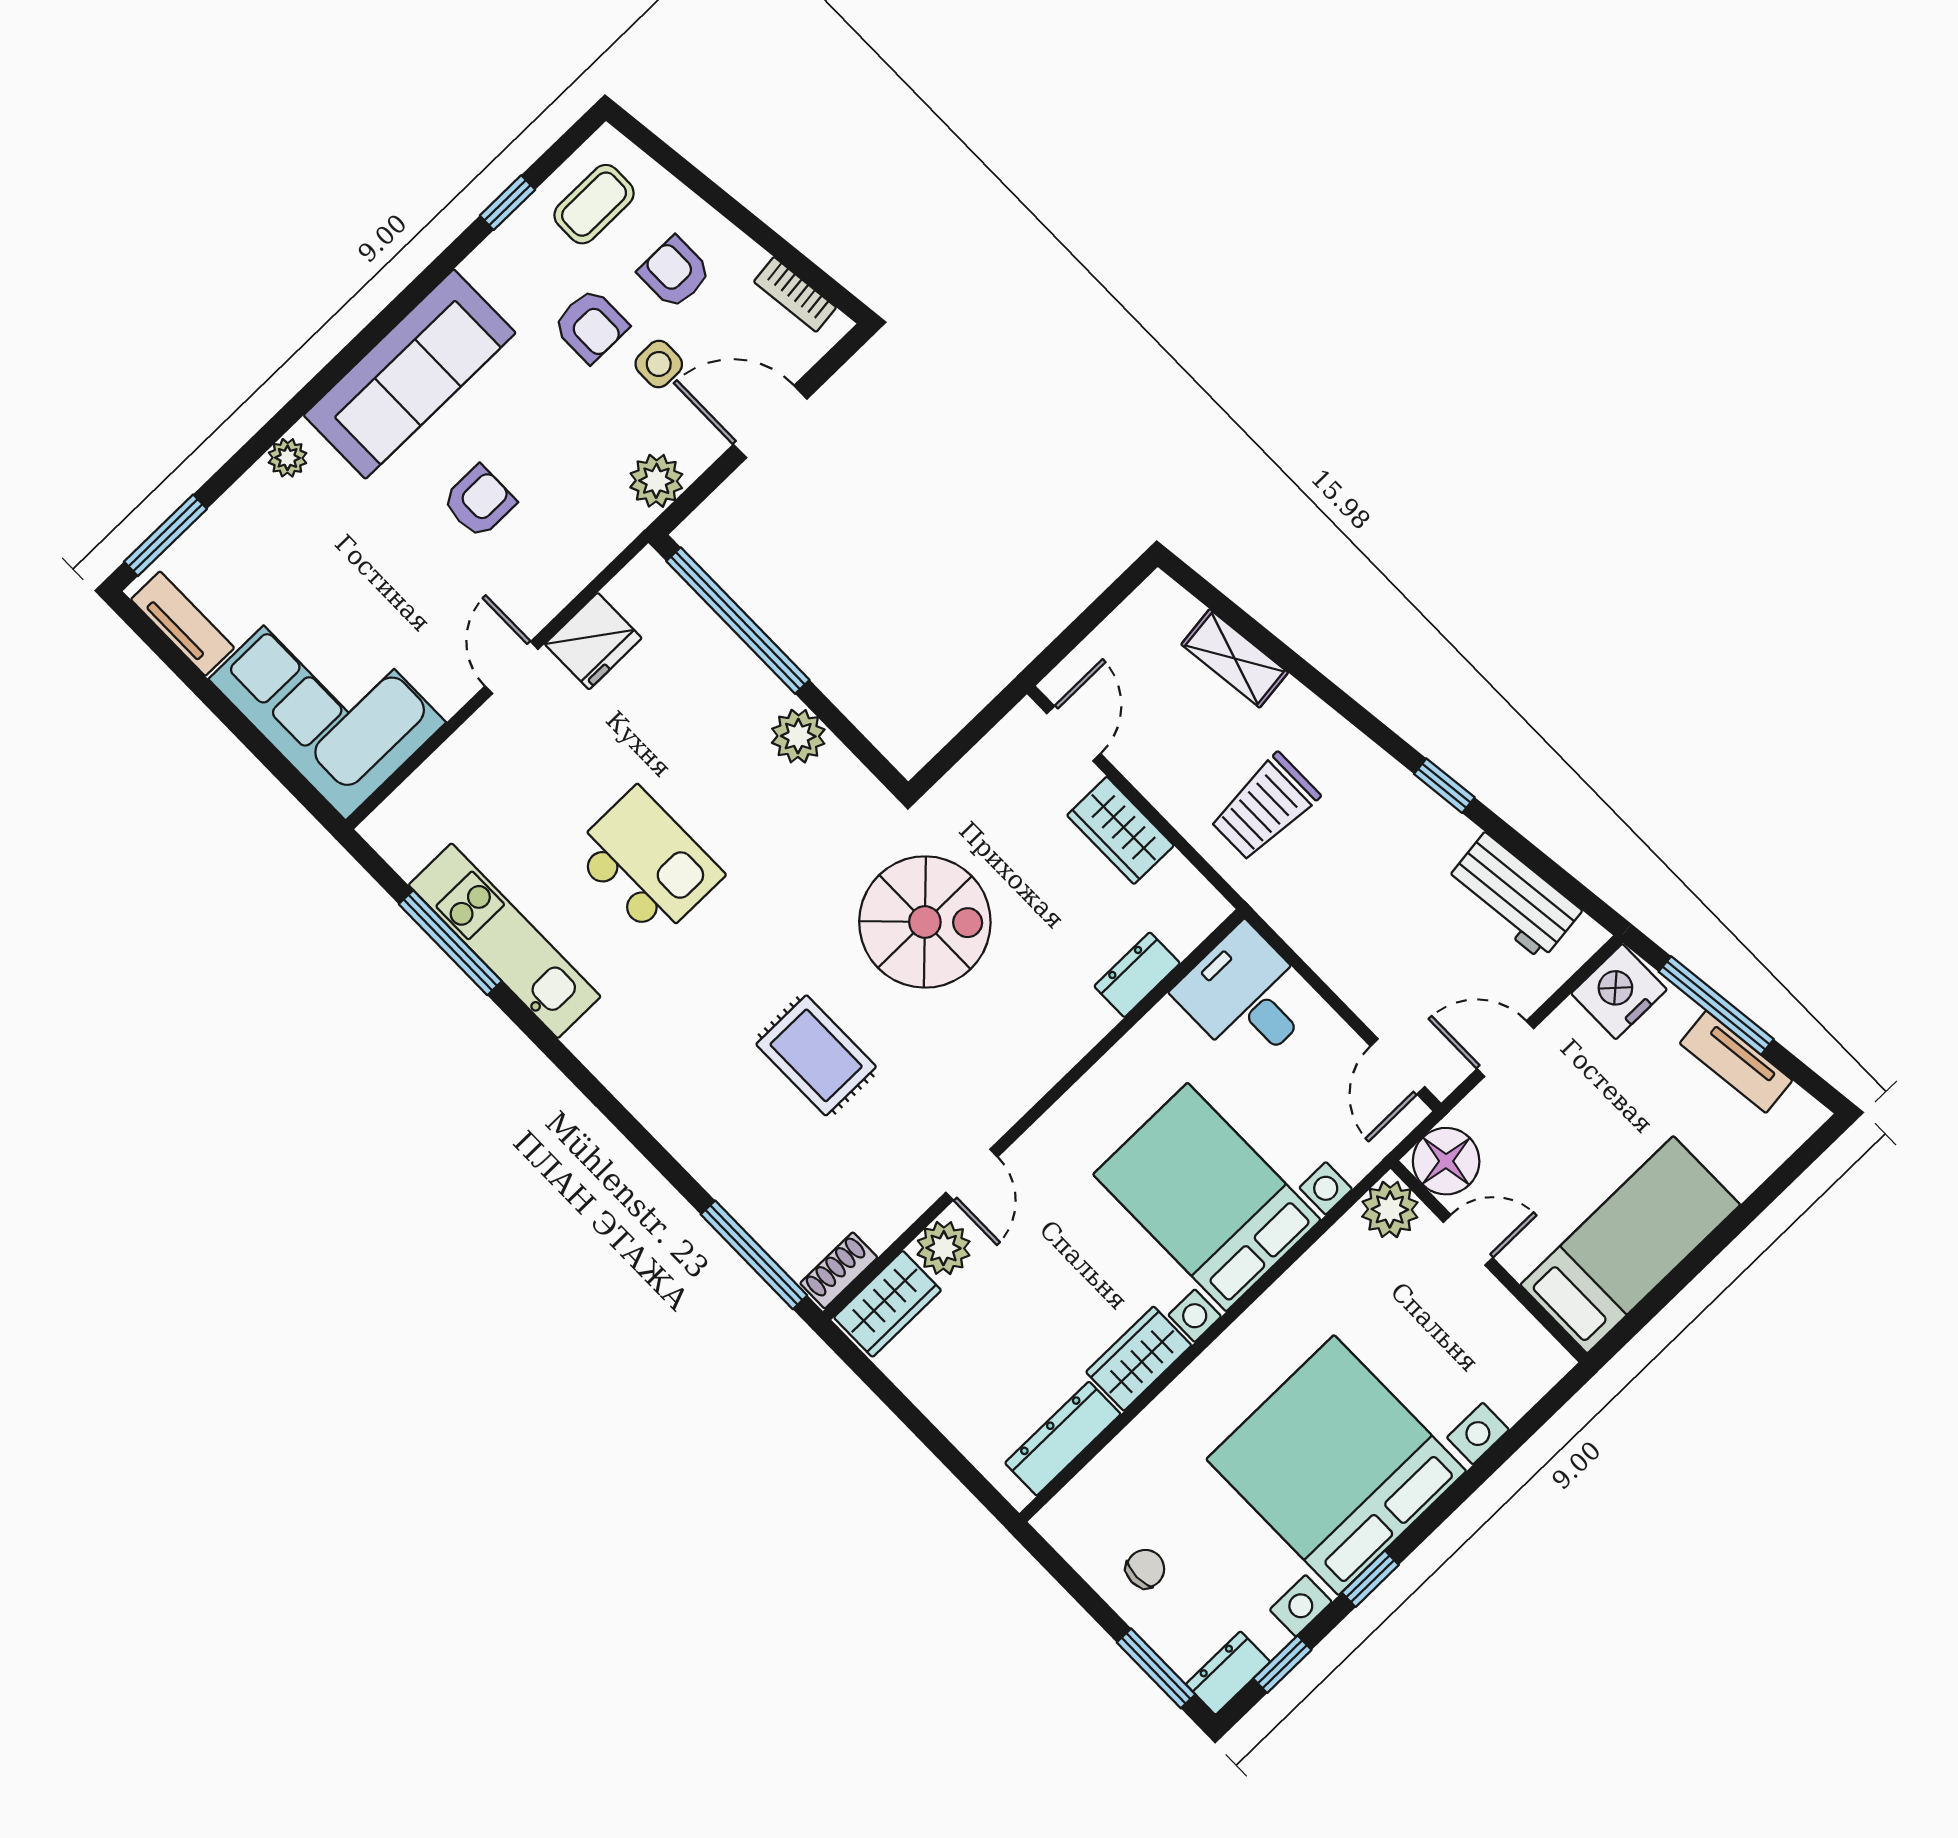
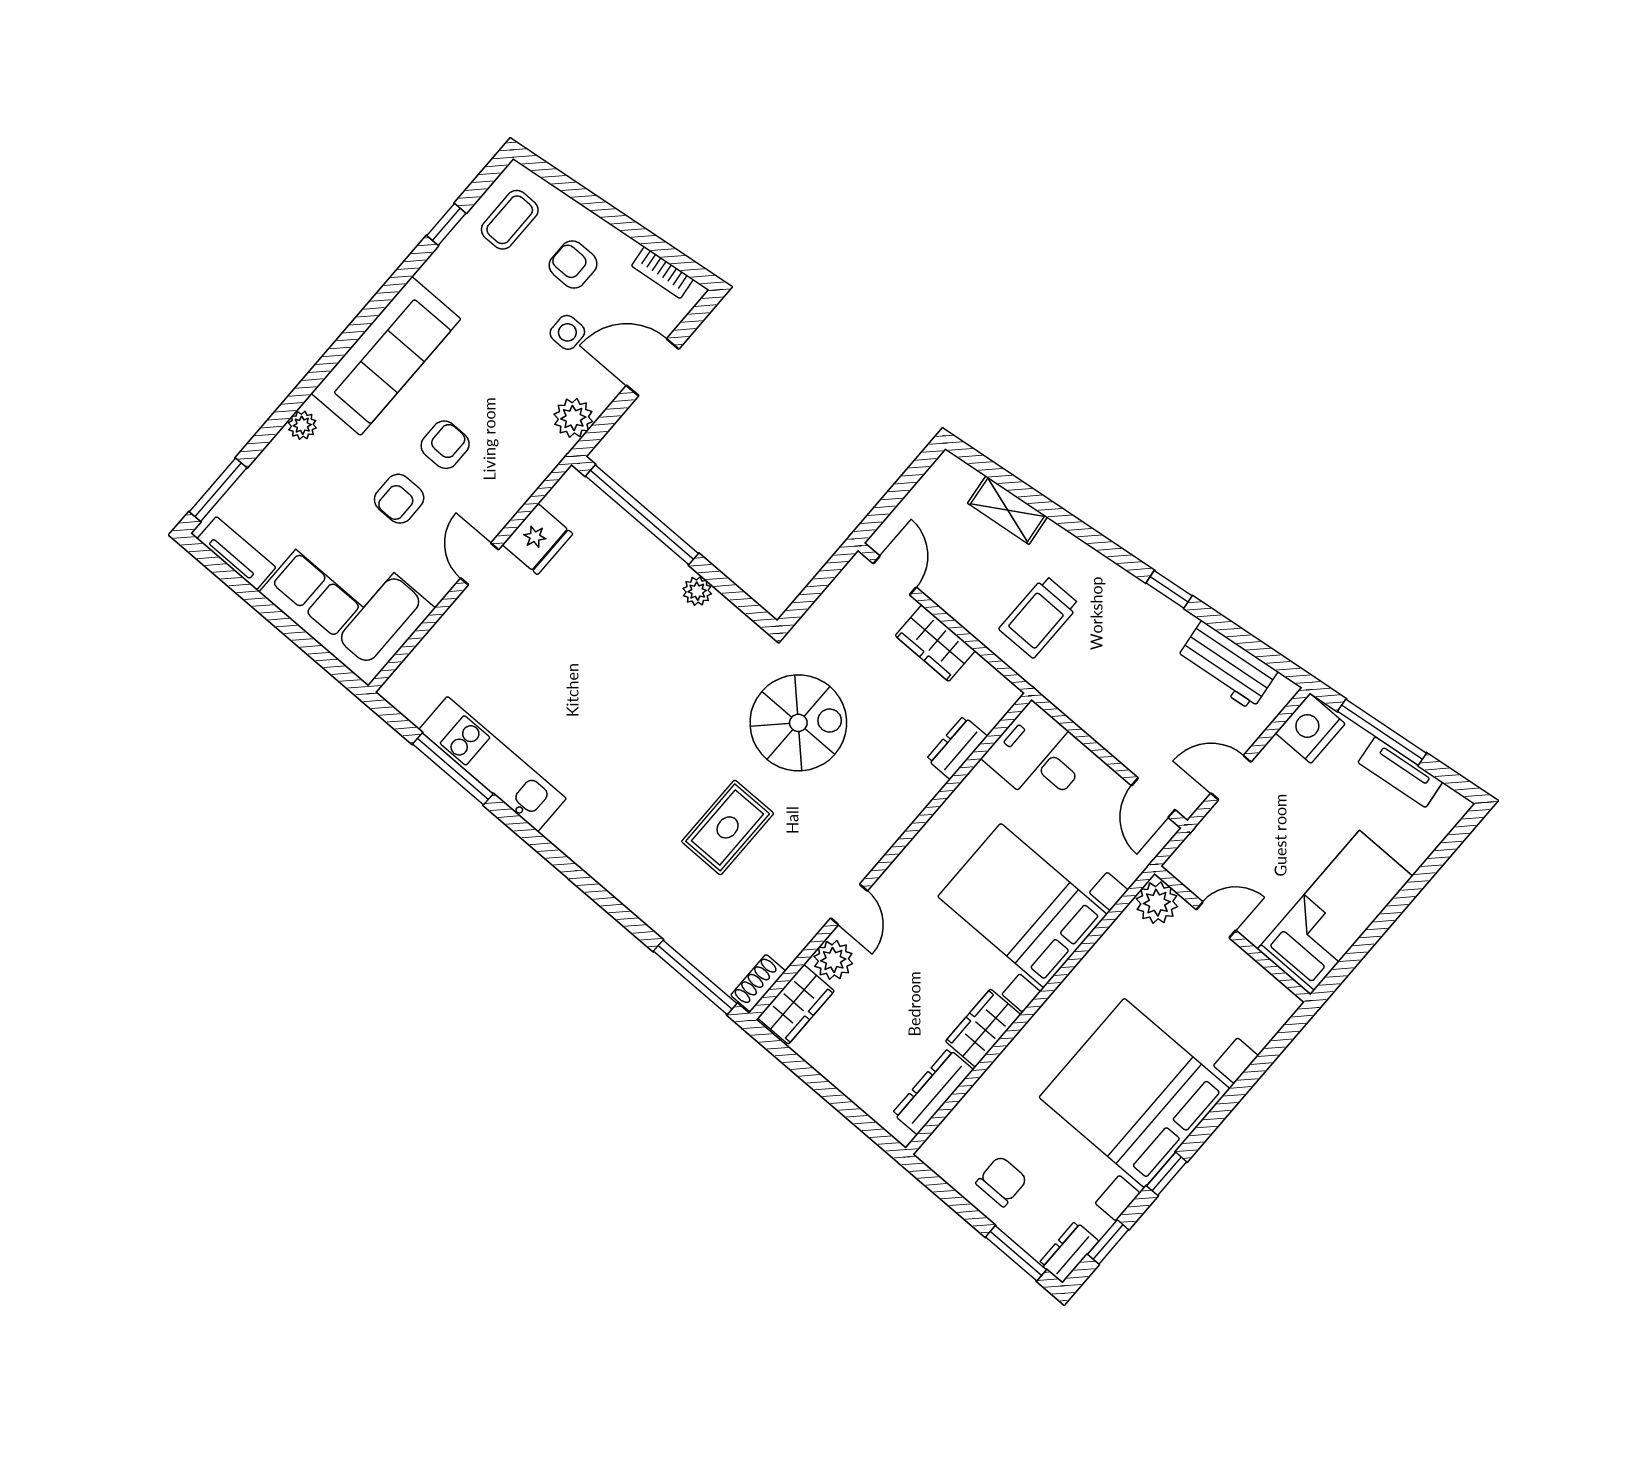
armchair: (591, 326) -> (399, 499), moved, turned 90
plant: (798, 736) -> (697, 591), width x0.73, depth x0.73
kitchen island: (647, 863) -> (591, 698), removed
rug: (816, 1055) -> (728, 827), turned 90
floor lamp: (1446, 1161) -> (1195, 864), removed
chair: (1145, 1569) -> (1002, 1181), width x1.37, depth x1.37

